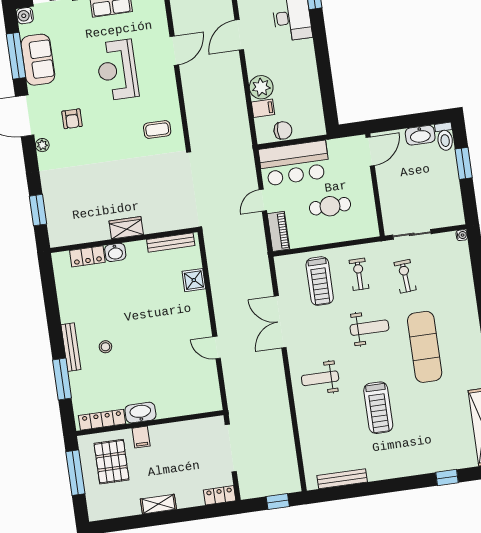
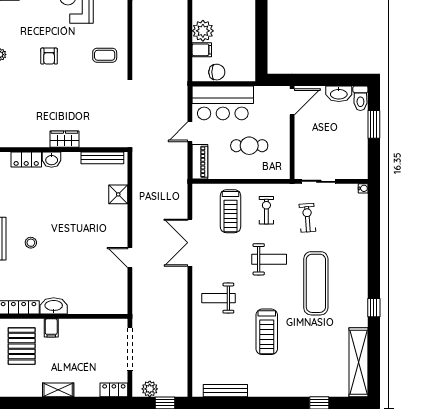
armchair: (72, 119) -> (49, 56), moved
plant: (259, 489) -> (150, 389), added

